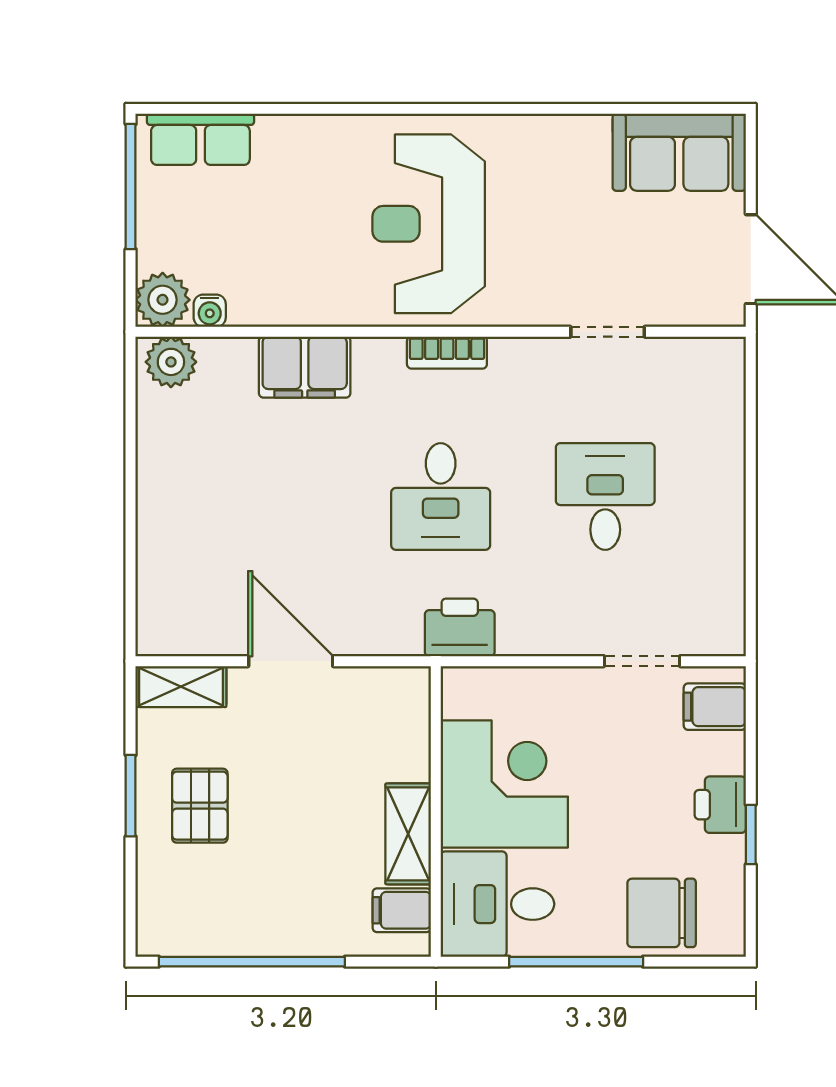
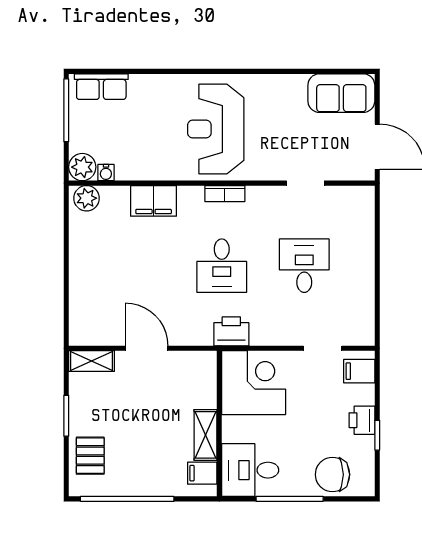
corner desk: (504, 784) -> (254, 383), moved
pallet: (200, 806) -> (90, 456), moved

